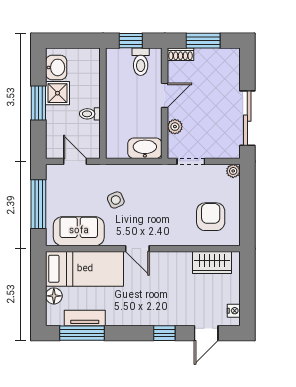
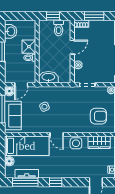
shower: (58, 93) -> (29, 47), moved
washbasin: (145, 148) -> (48, 77), moved
door: (75, 161) -> (21, 85), swing flipped
floor lamp: (54, 172) -> (9, 91), added
armchair: (211, 217) -> (98, 116), turned 90
sofa: (79, 231) -> (13, 116), moved, turned 90
side table: (171, 264) -> (76, 143), added
window: (164, 333) -> (56, 182), moved

